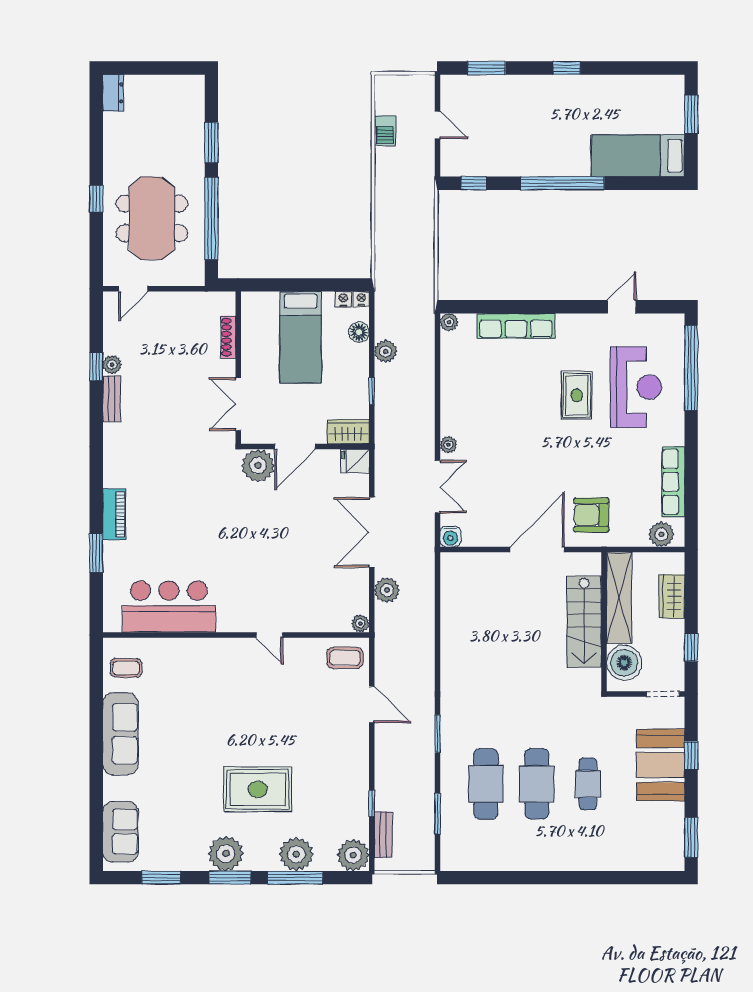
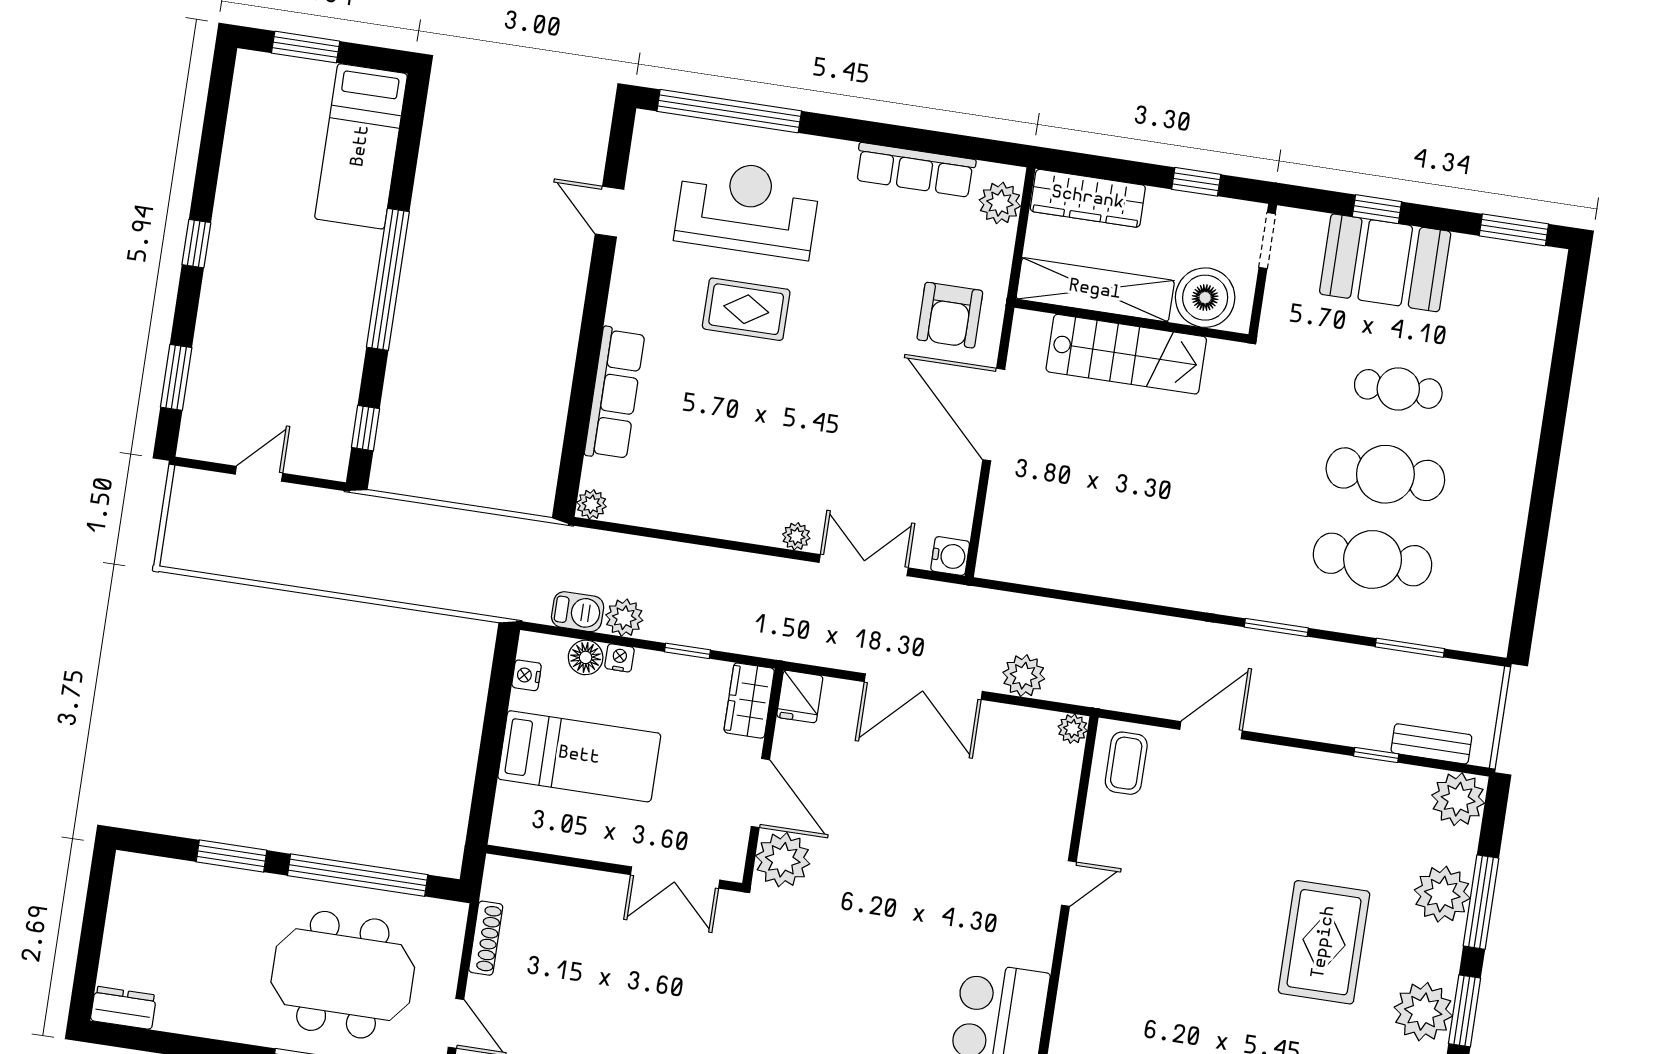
barbecue: (385, 131) -> (578, 612), moved
nightstand: (361, 299) -> (620, 658), moved, turned 90
shoe rack: (228, 337) -> (486, 938), moved, turned -90
wardrobe: (672, 596) -> (1088, 198), width x1.50

